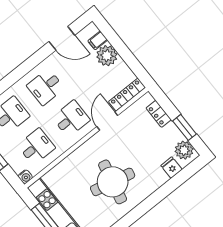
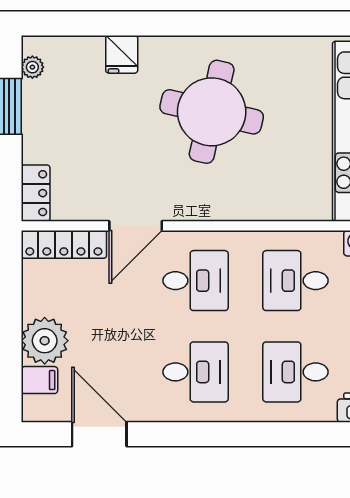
locker: (159, 114) -> (36, 193), moved
desk: (71, 119) -> (196, 281), turned 180
plant: (184, 150) -> (32, 67), width x0.53, depth x0.53
fridge: (172, 168) -> (122, 54), moved

